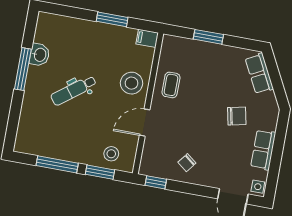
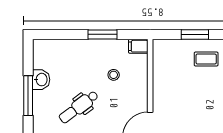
stool: (132, 83) -> (114, 75), moved, width x0.53, depth x0.53
coffee table: (171, 85) -> (206, 59), moved, turned 90

